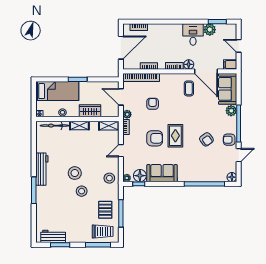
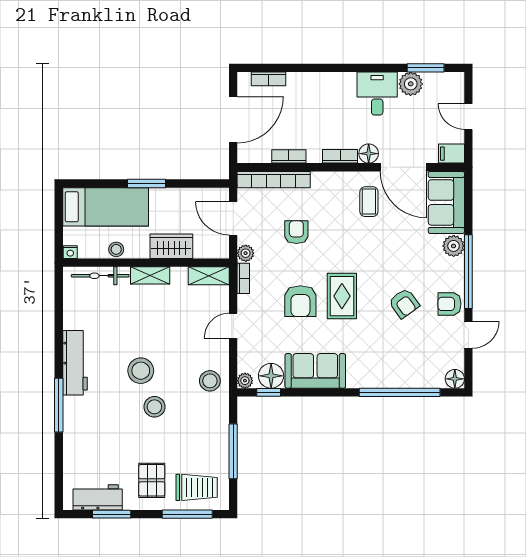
armchair: (155, 138) -> (300, 301), turned 90
pallet: (105, 210) -> (152, 480), moved

